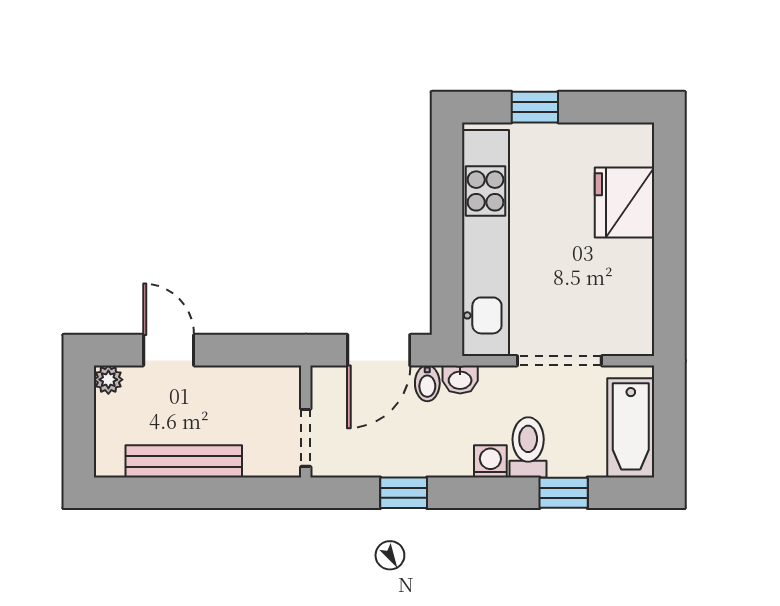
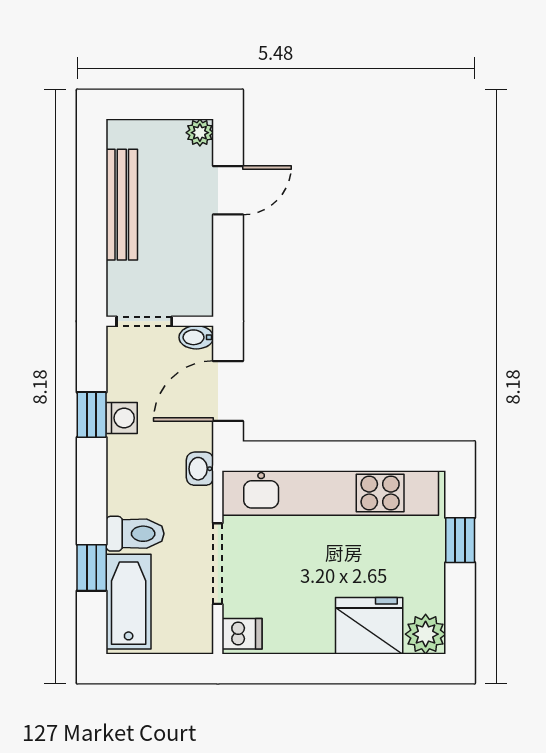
plant: (633, 143) -> (426, 634), added
dishwasher: (633, 335) -> (242, 634), added
door: (379, 350) -> (228, 391), hinge flipped
bidet: (427, 383) -> (196, 337), moved
bathtub: (631, 428) -> (129, 602), moved, turned 90
washing machine: (490, 461) -> (122, 418), moved

